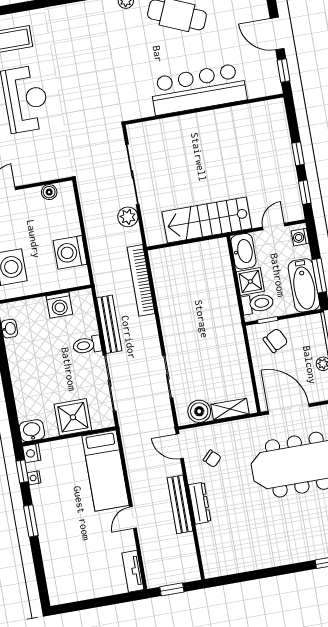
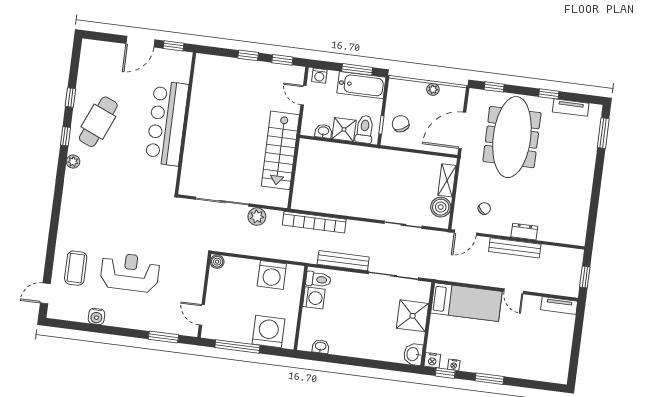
boiler: (49, 192) -> (217, 262), moved
washbasin: (243, 251) -> (323, 131), width x0.52, depth x0.69
toilet: (87, 345) -> (318, 279), moved, turned -90
dresser: (200, 503) -> (524, 232), width x0.70

